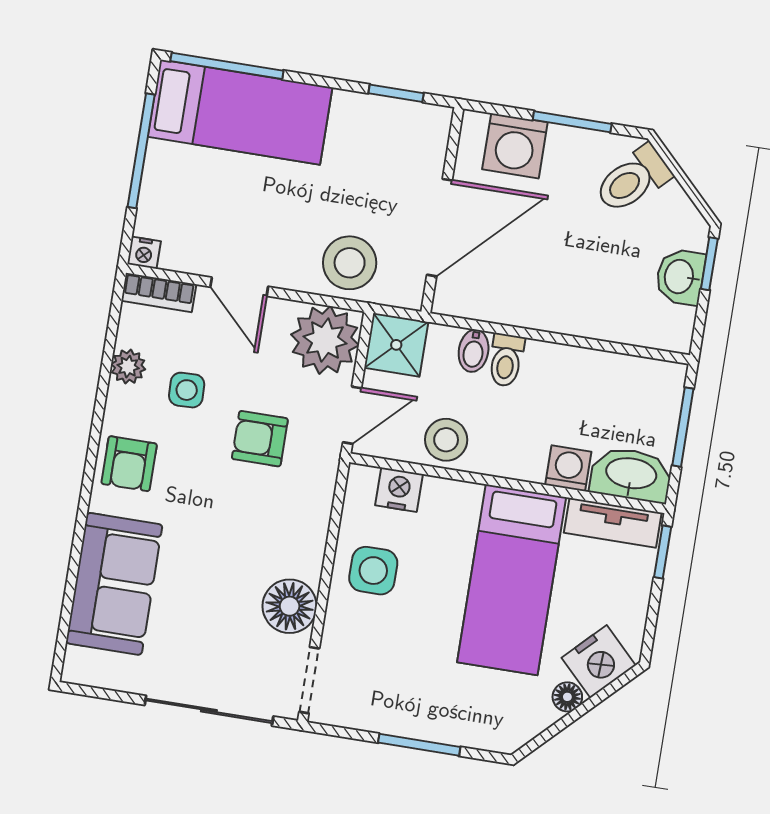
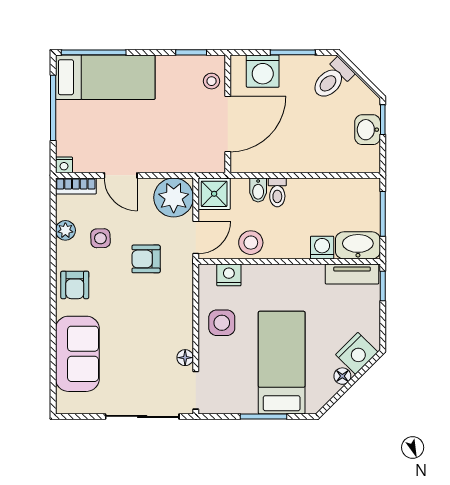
stool: (350, 263) -> (212, 81), moved, width x0.53, depth x0.53
bed: (512, 580) -> (282, 363), moved, turned 180
floor lamp: (290, 606) -> (185, 358), width x0.53, depth x0.53

